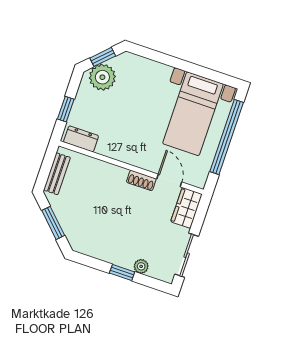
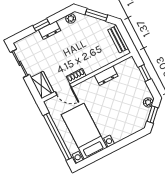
plant: (102, 77) -> (148, 102), width x0.53, depth x0.53
dresser: (81, 139) -> (106, 76), moved
dresser: (119, 258) -> (50, 30), added
plant: (141, 266) -> (71, 19), moved

